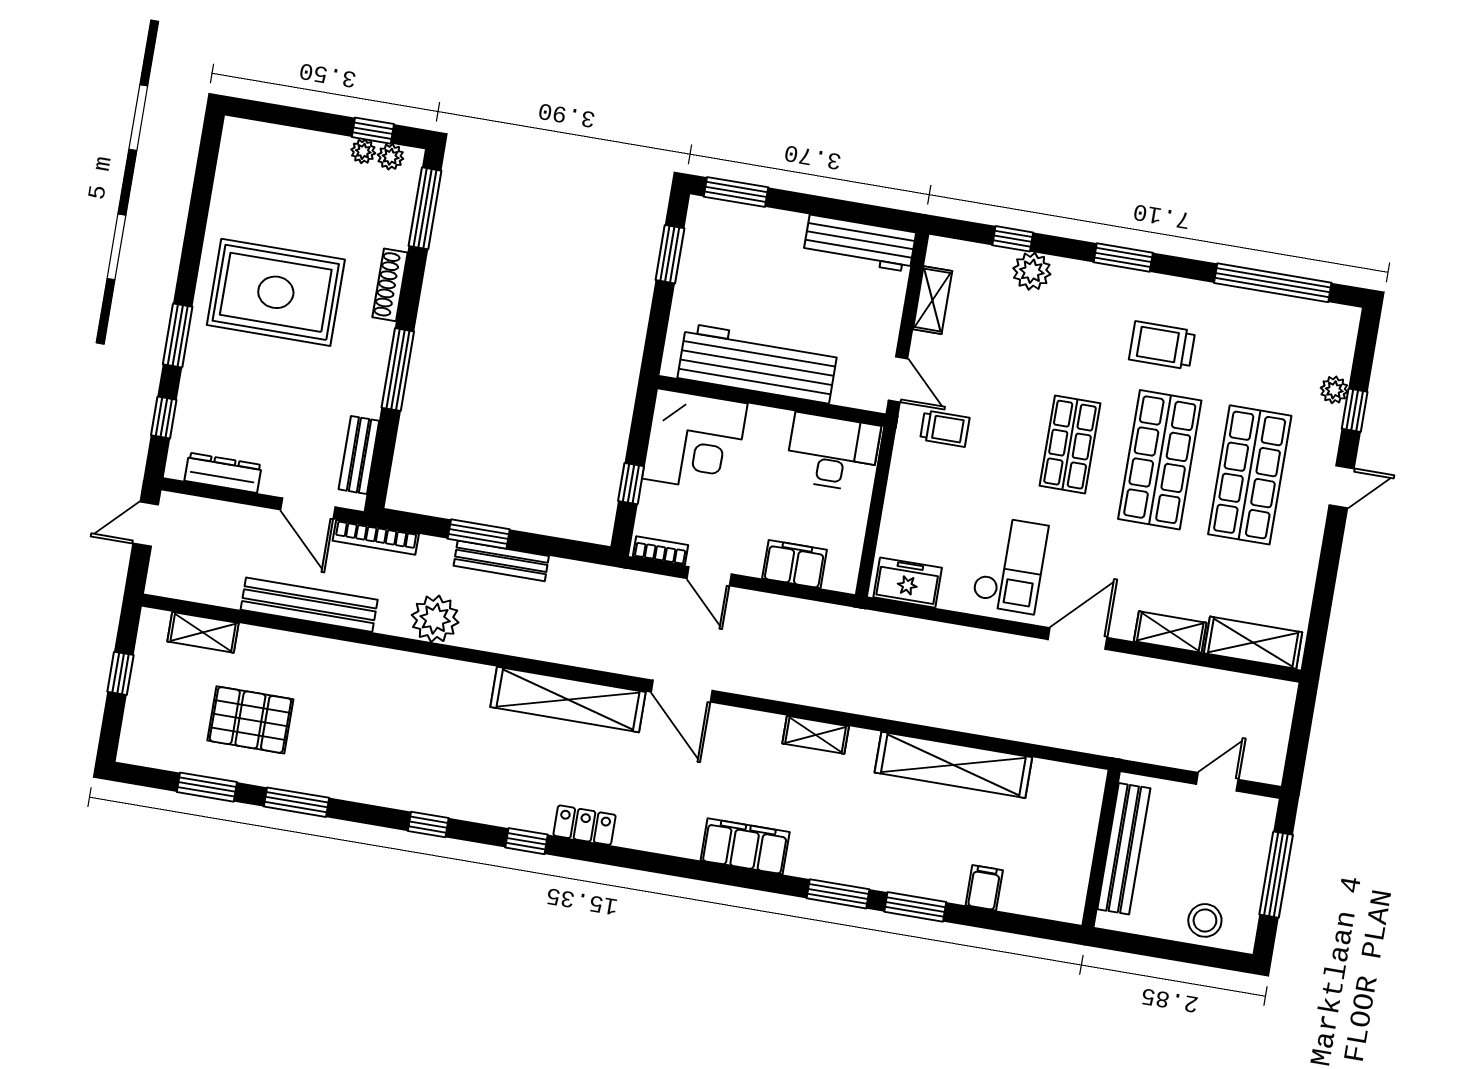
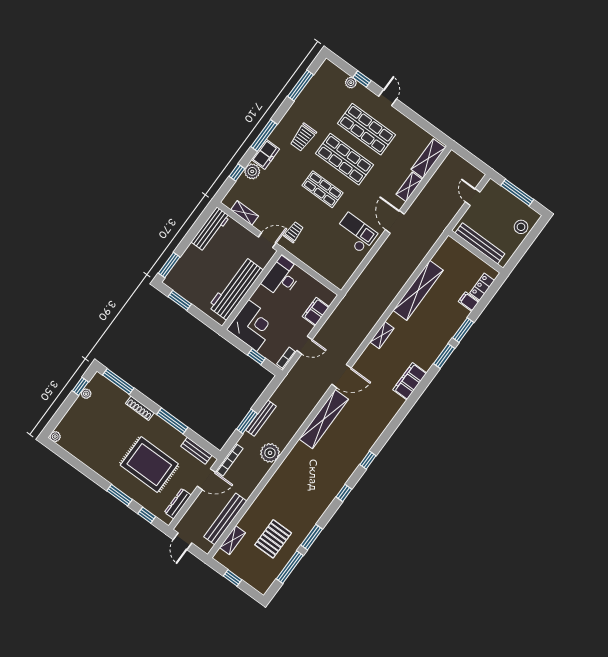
plant: (391, 157) -> (55, 437), moved
window: (1123, 257) -> (264, 135), width x1.44
window: (1273, 283) -> (300, 86), width x0.68
rug: (276, 292) -> (149, 465), moved, turned 90
freezer: (908, 583) -> (265, 154), moved, turned 180
bench: (309, 605) -> (225, 519), moved
window: (207, 787) -> (290, 567), width x1.44
locker: (584, 825) -> (482, 287), moved

